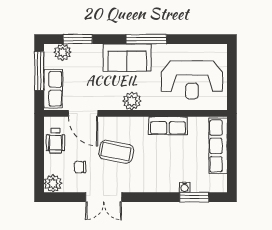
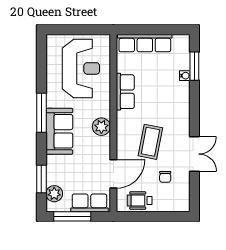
wheelchair: (56, 141) -> (140, 200), turned 180
plant: (53, 183) -> (181, 203), removed

